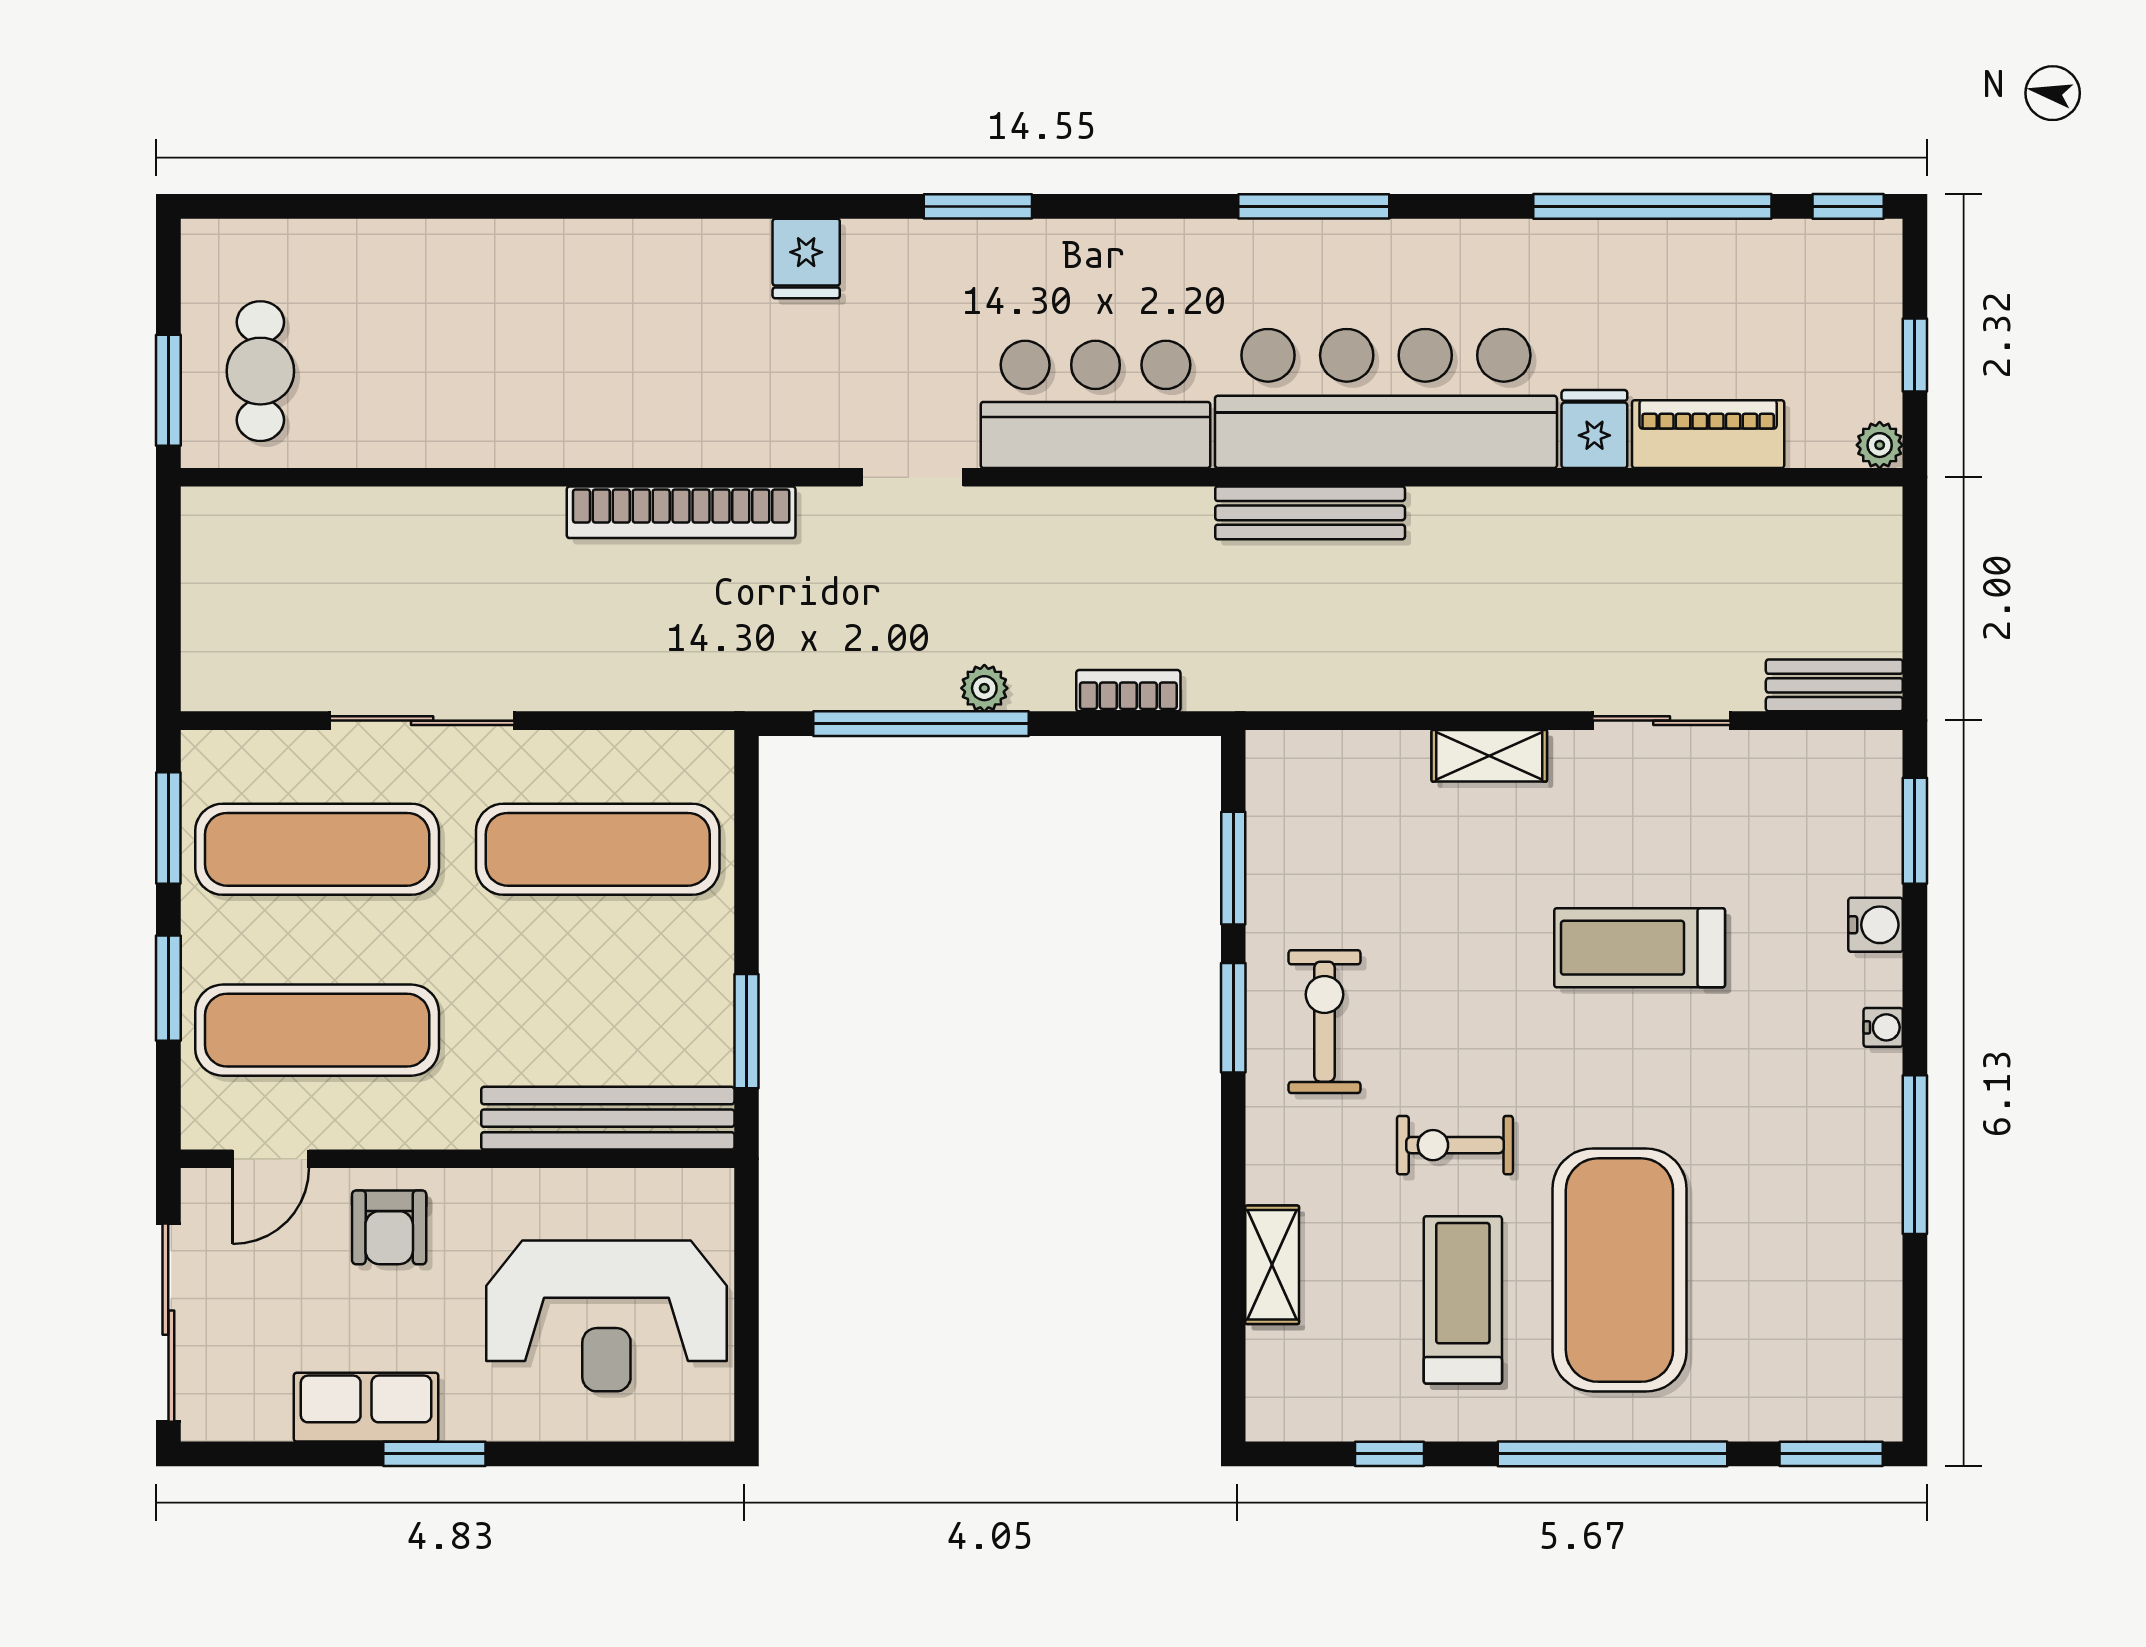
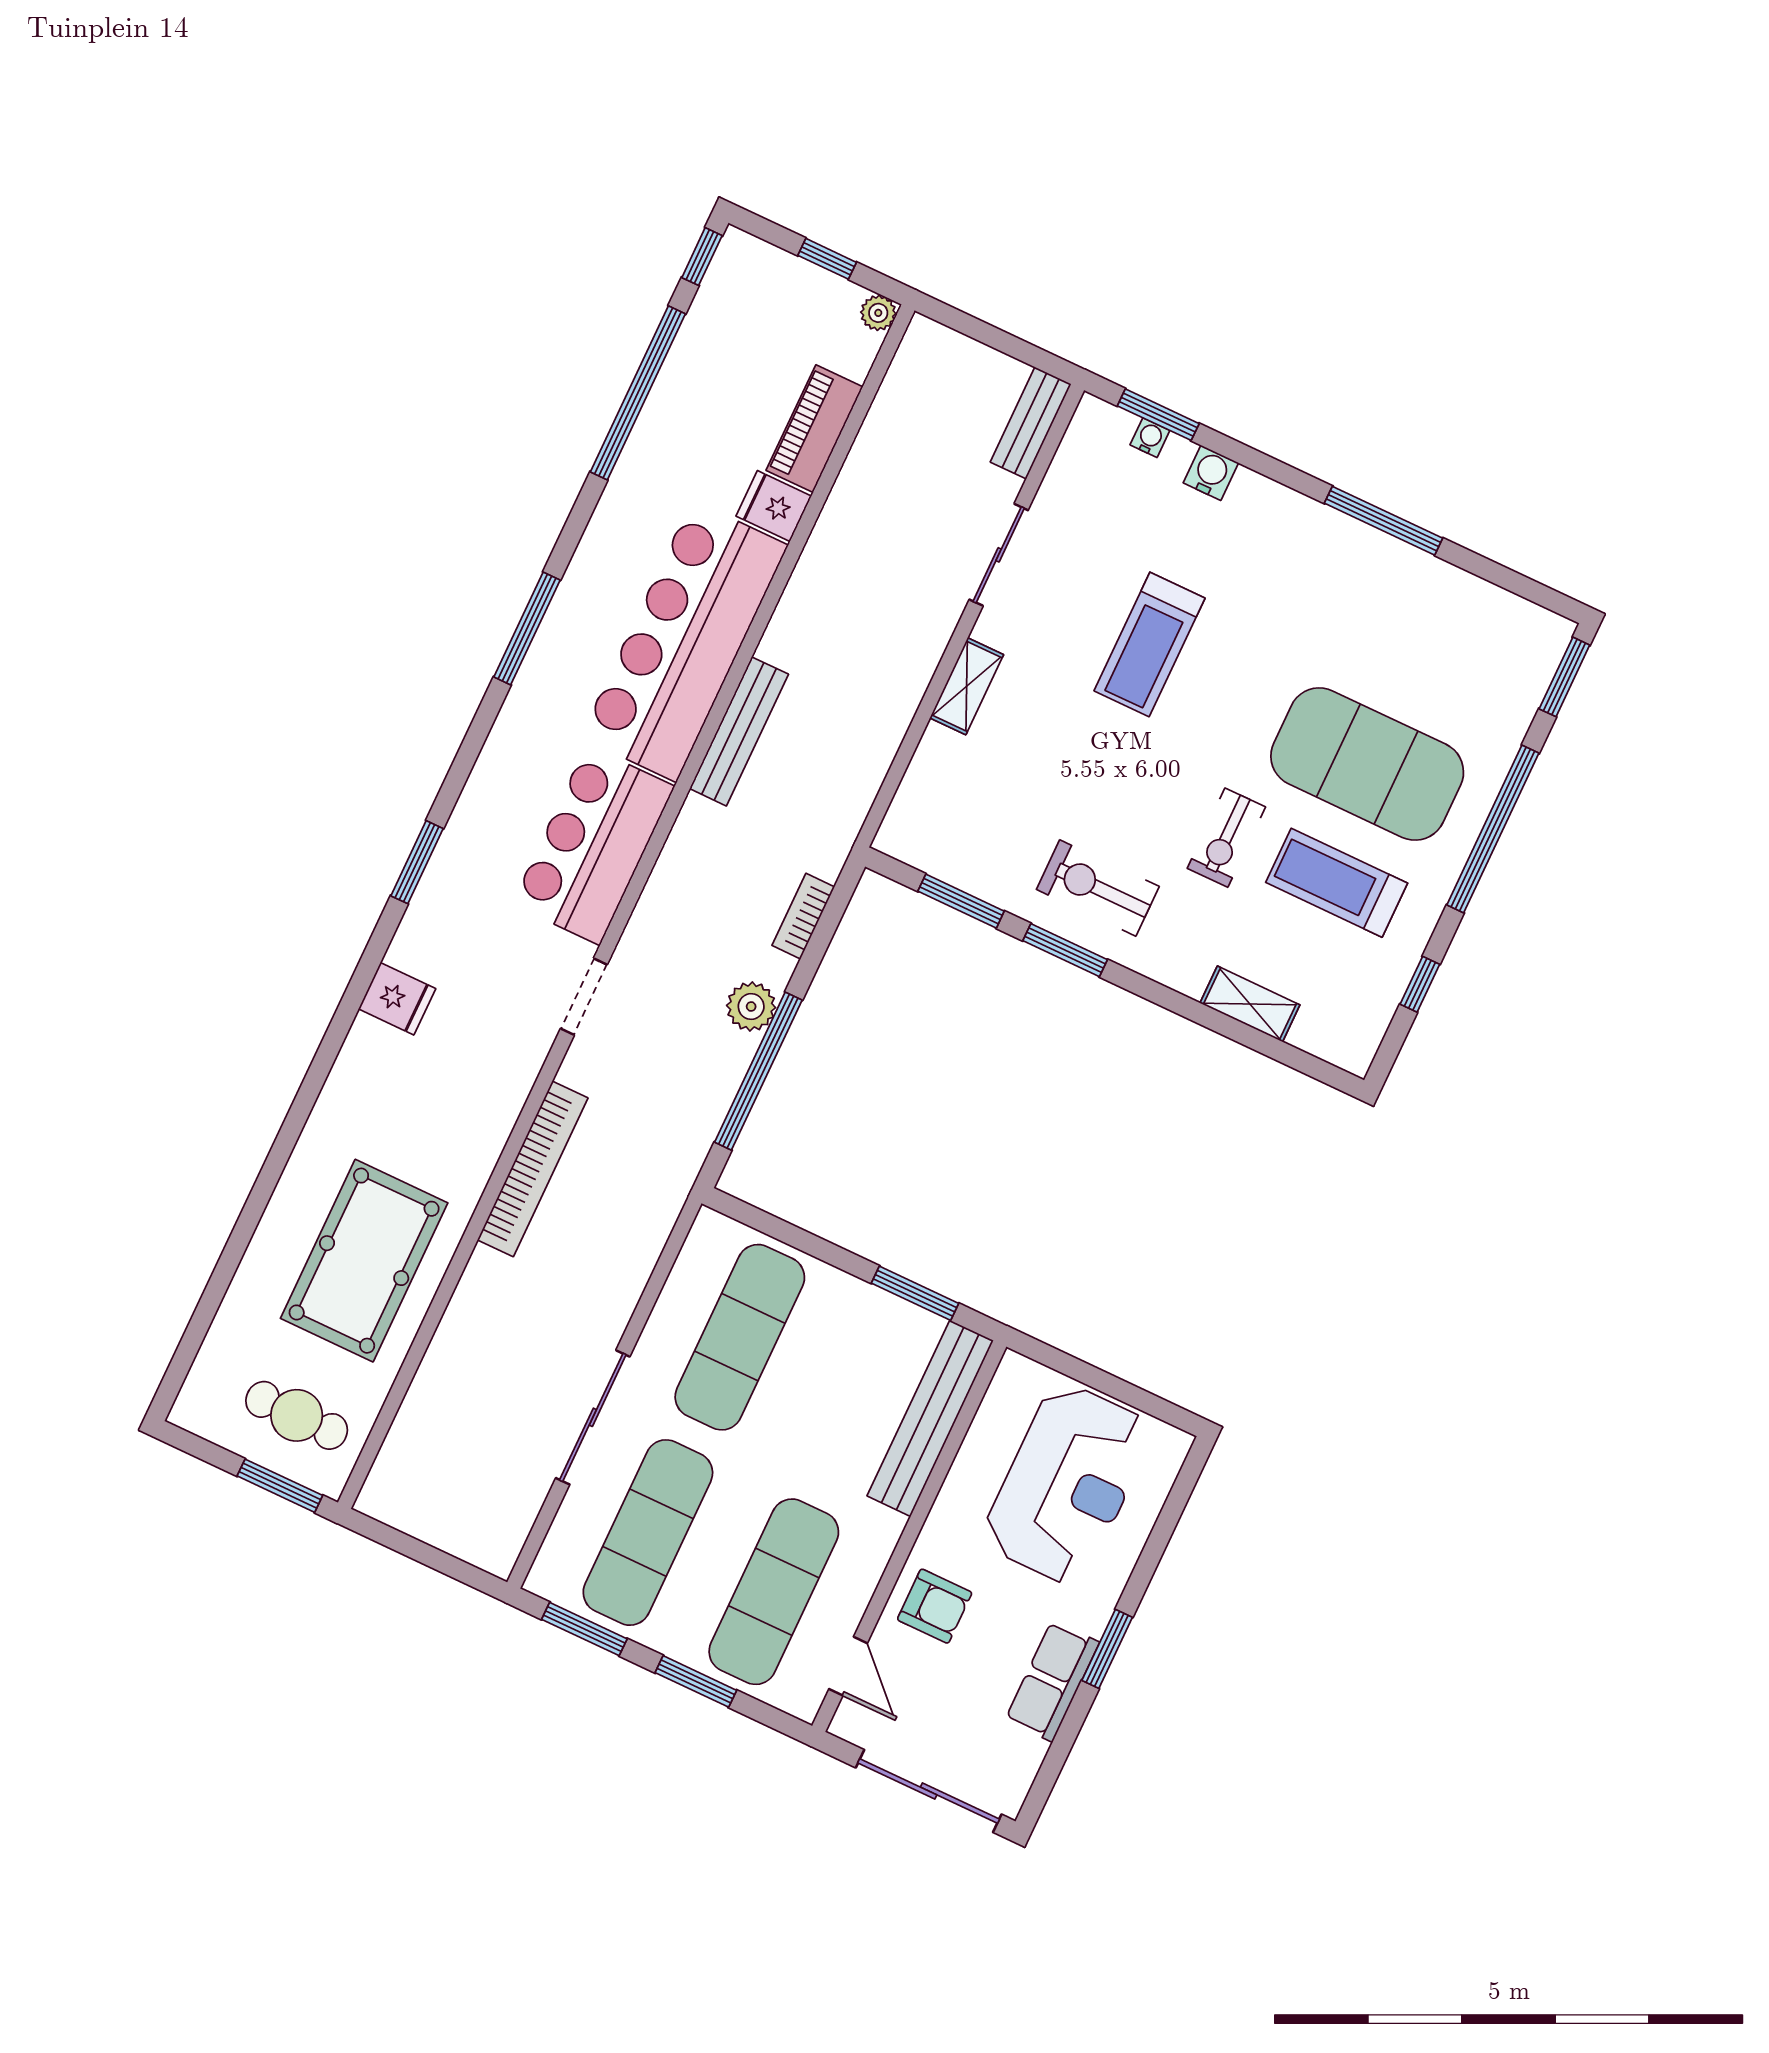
pool table: (480, 365) -> (364, 1261), added
plant: (984, 688) -> (751, 1007), width x1.38, depth x1.38
water cooler: (1883, 1027) -> (1150, 438), moved

